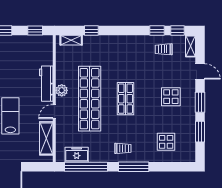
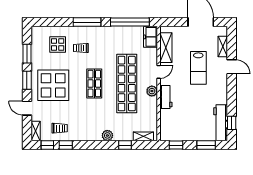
plant: (111, 41) -> (107, 135), added
workbench: (46, 84) -> (166, 97), width x0.73
display table: (171, 97) -> (53, 85), width x1.86, depth x1.86
trolley: (123, 148) -> (81, 48), moved
freezer: (77, 155) -> (151, 37), moved, turned 90

